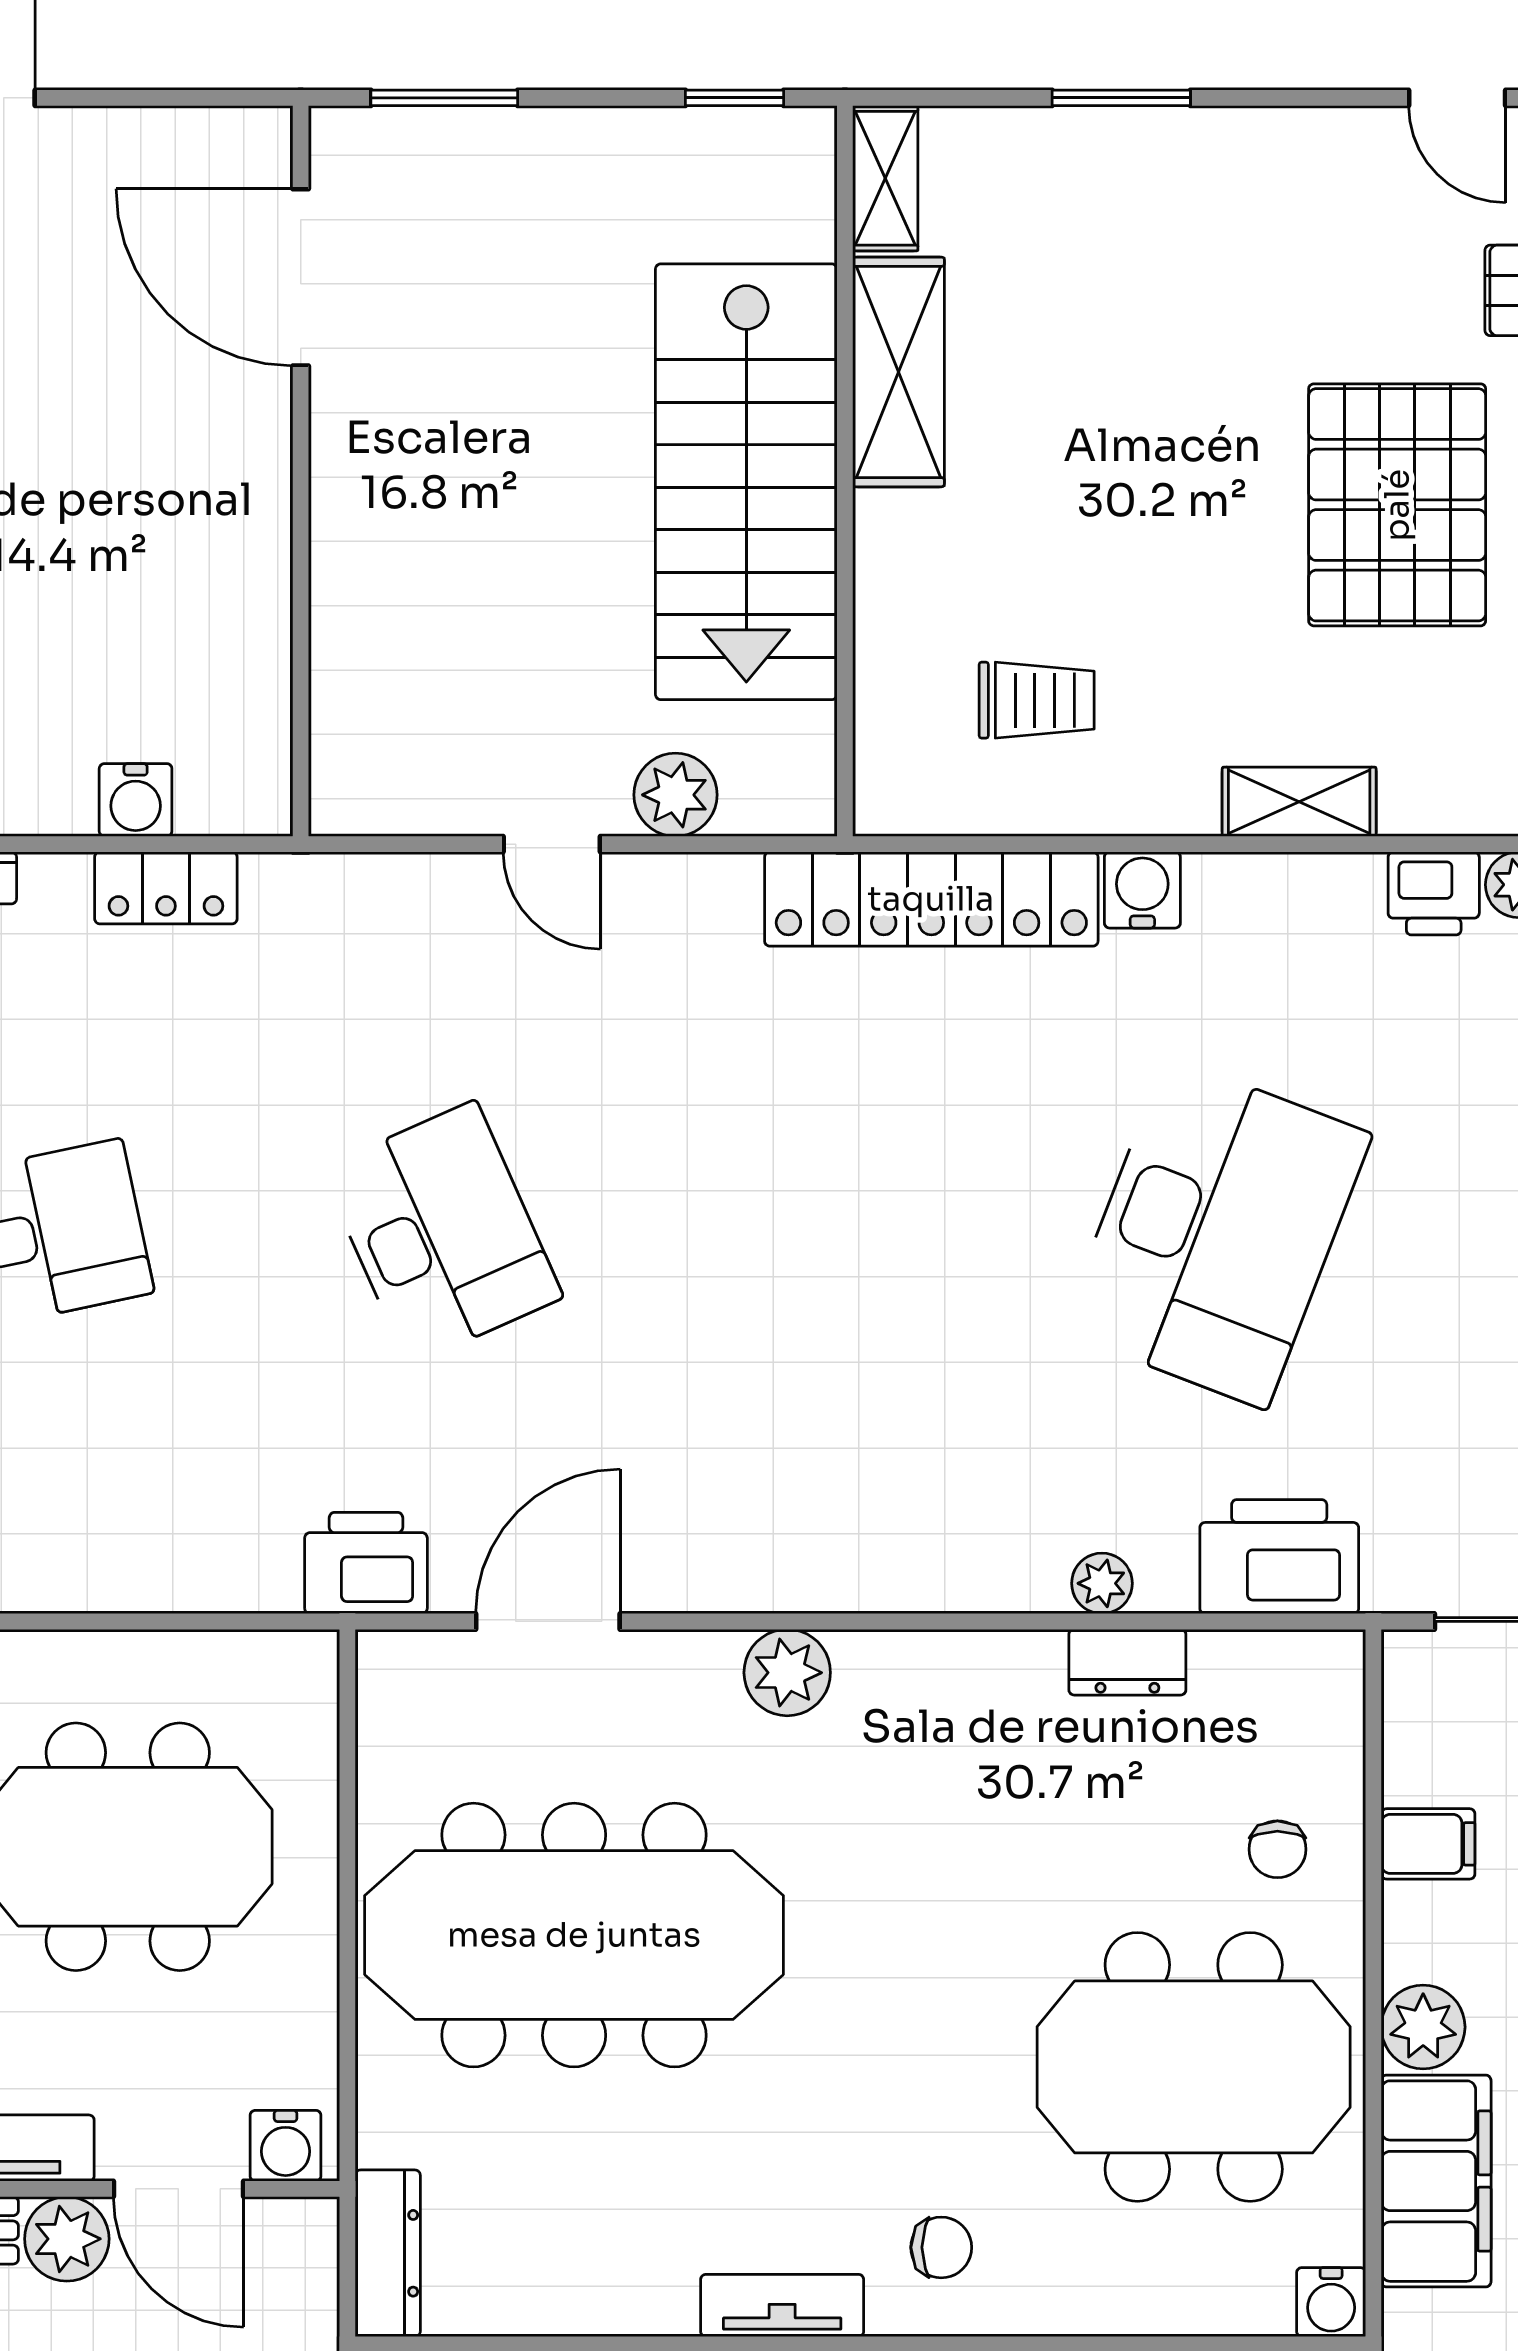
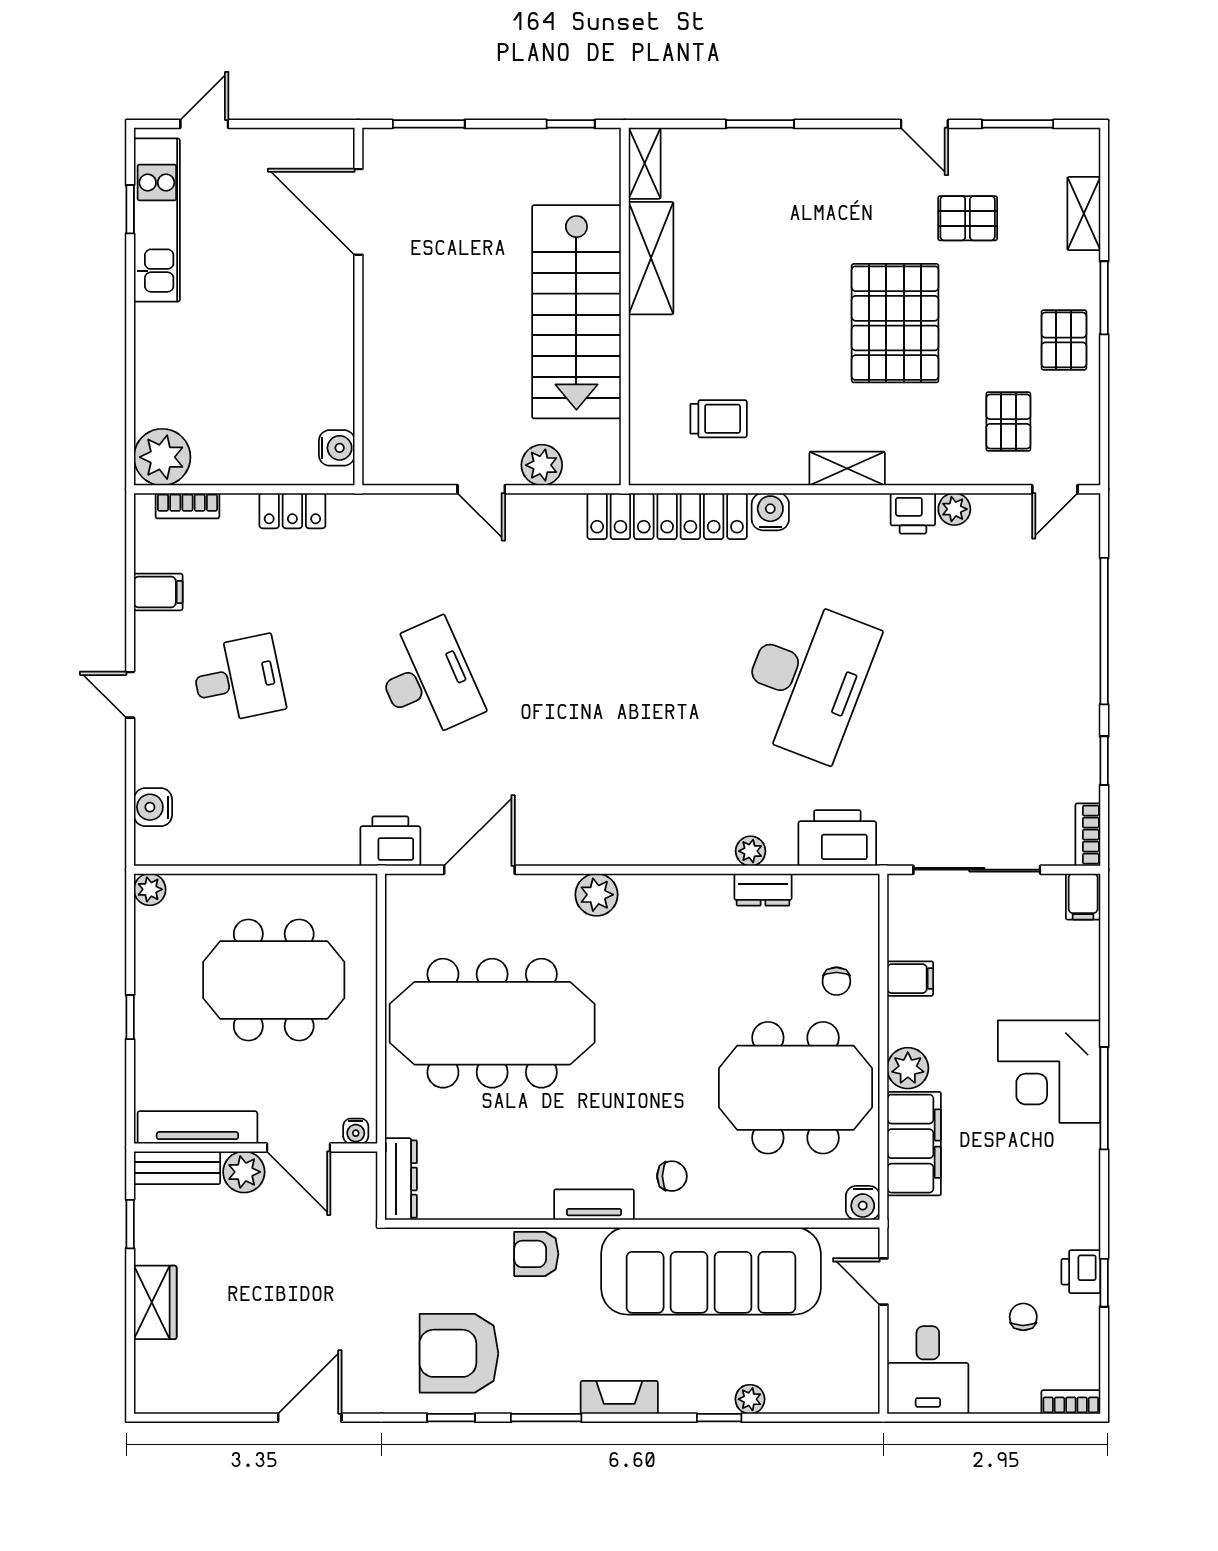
water cooler: (136, 800) -> (337, 448), moved, turned -90
water cooler: (286, 2146) -> (356, 1131), width x0.72, depth x0.72

